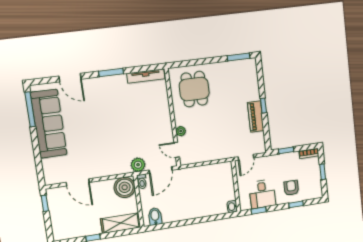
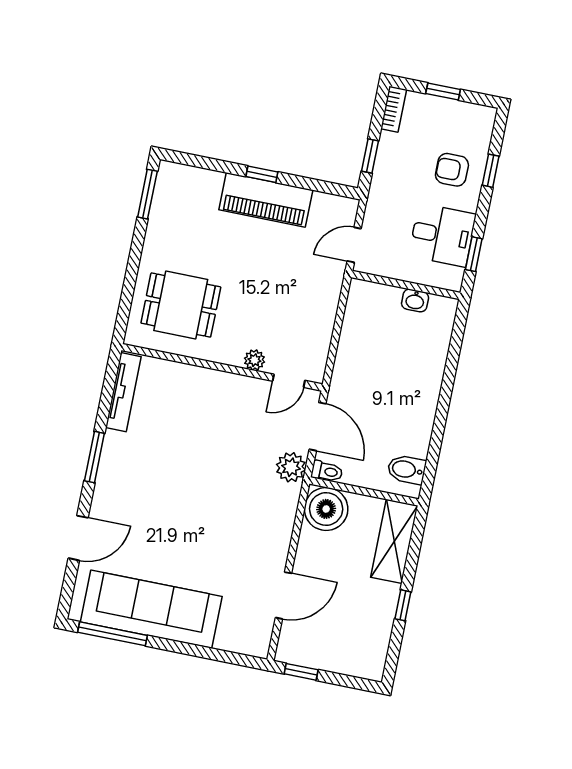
piano: (256, 117) -> (266, 200), width x1.37, depth x1.33
door: (246, 157) -> (354, 245), swing flipped
washbasin: (232, 207) -> (415, 300), moved

